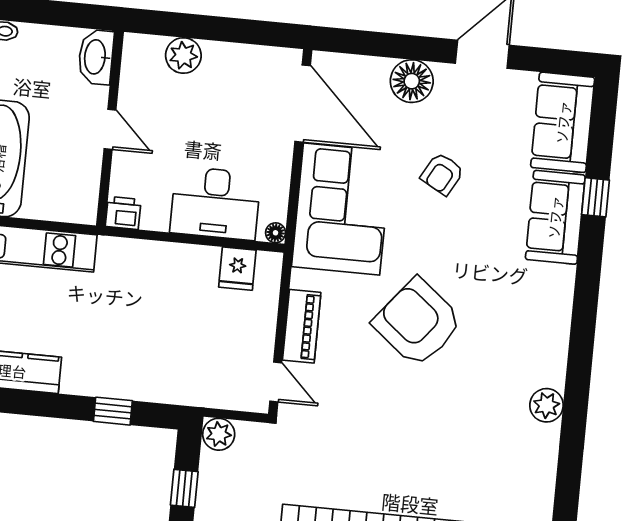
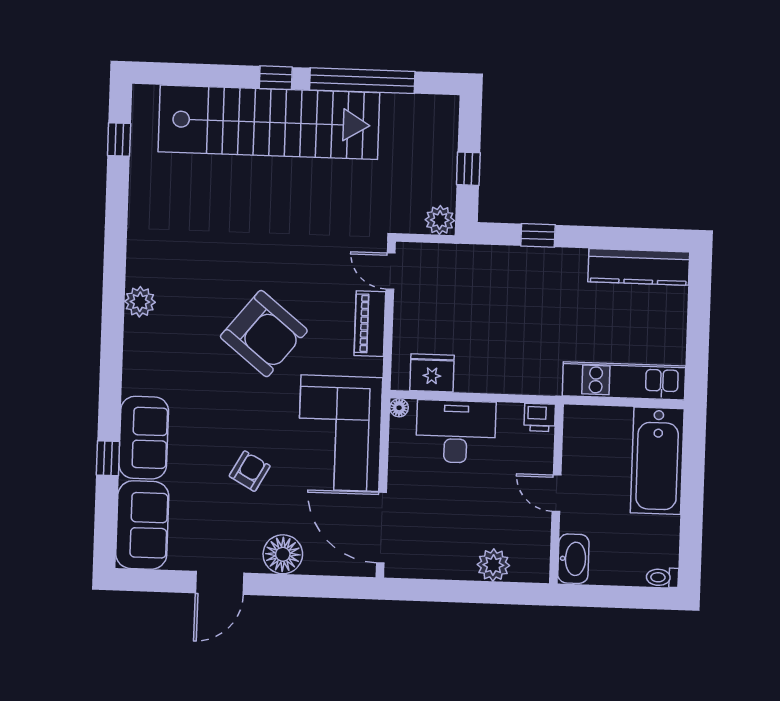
fridge: (237, 269) -> (432, 373), width x1.38
plant: (546, 405) -> (140, 302), moved

